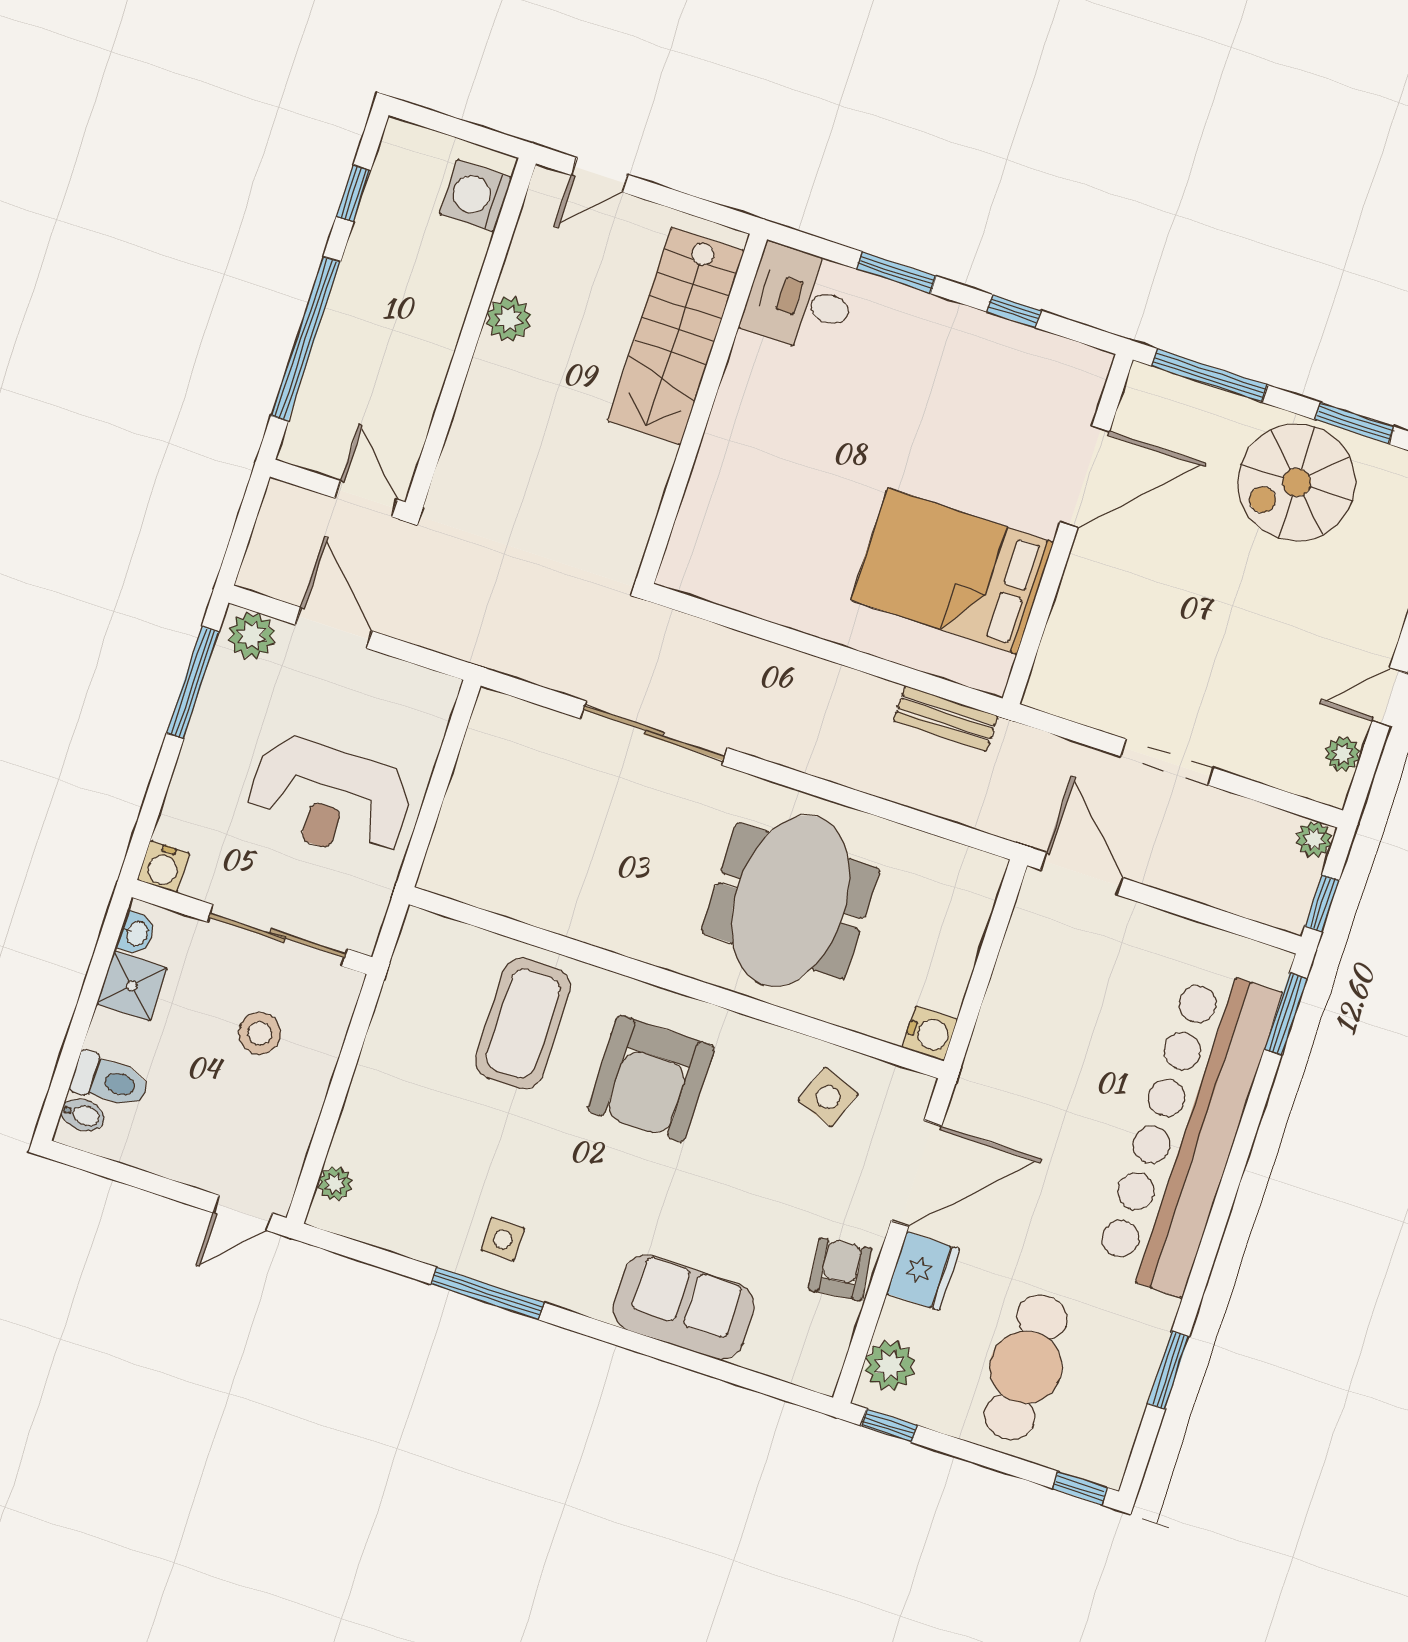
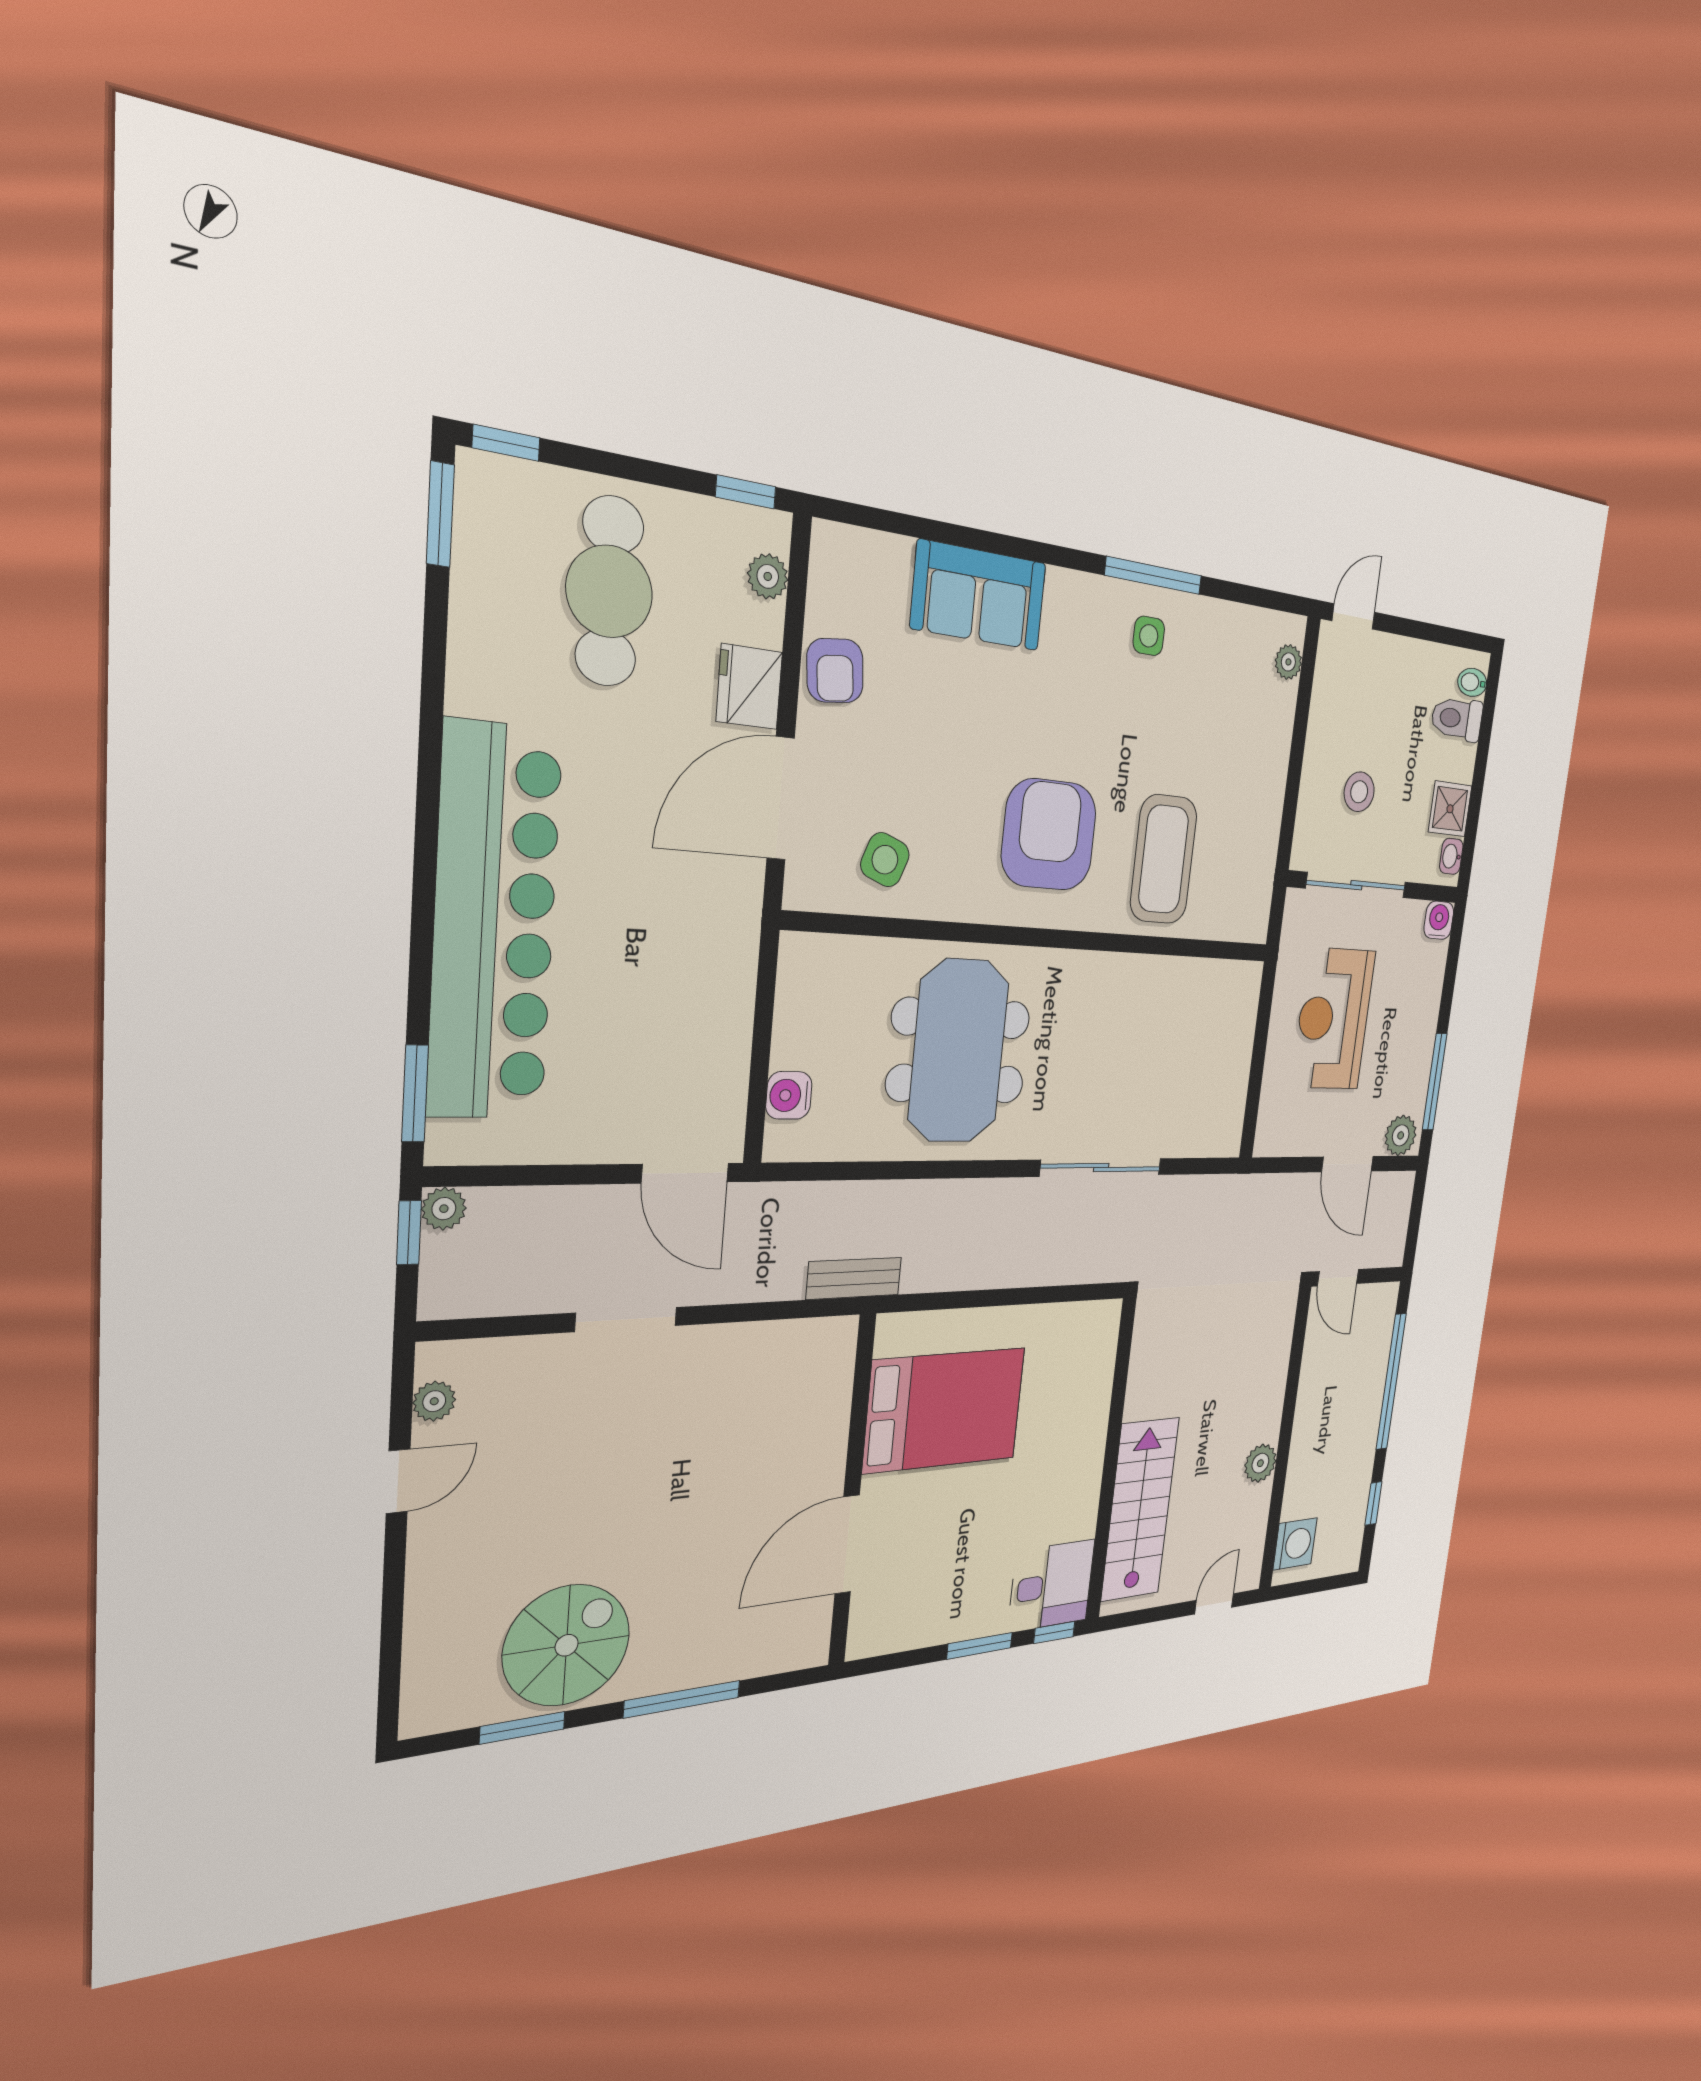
window: (1014, 311) -> (1054, 1632), moved
door: (1085, 477) -> (847, 1545), moved
wall: (1068, 529) -> (852, 1492), moved
bed: (952, 571) -> (945, 1410), moved
reception desk: (330, 799) -> (1333, 1019), turned -90
plant: (1314, 839) -> (444, 1209), moved
water cooler: (930, 1034) -> (789, 1095), moved
plant: (890, 1365) -> (768, 576), width x0.73, depth x0.73
window: (1169, 1370) -> (440, 514), moved

